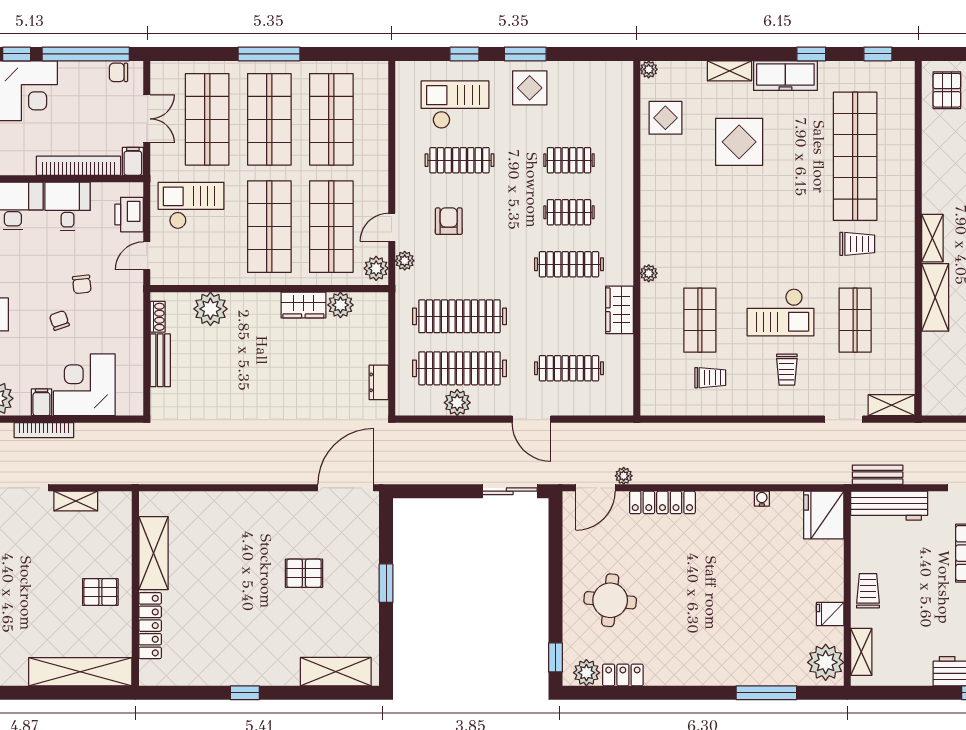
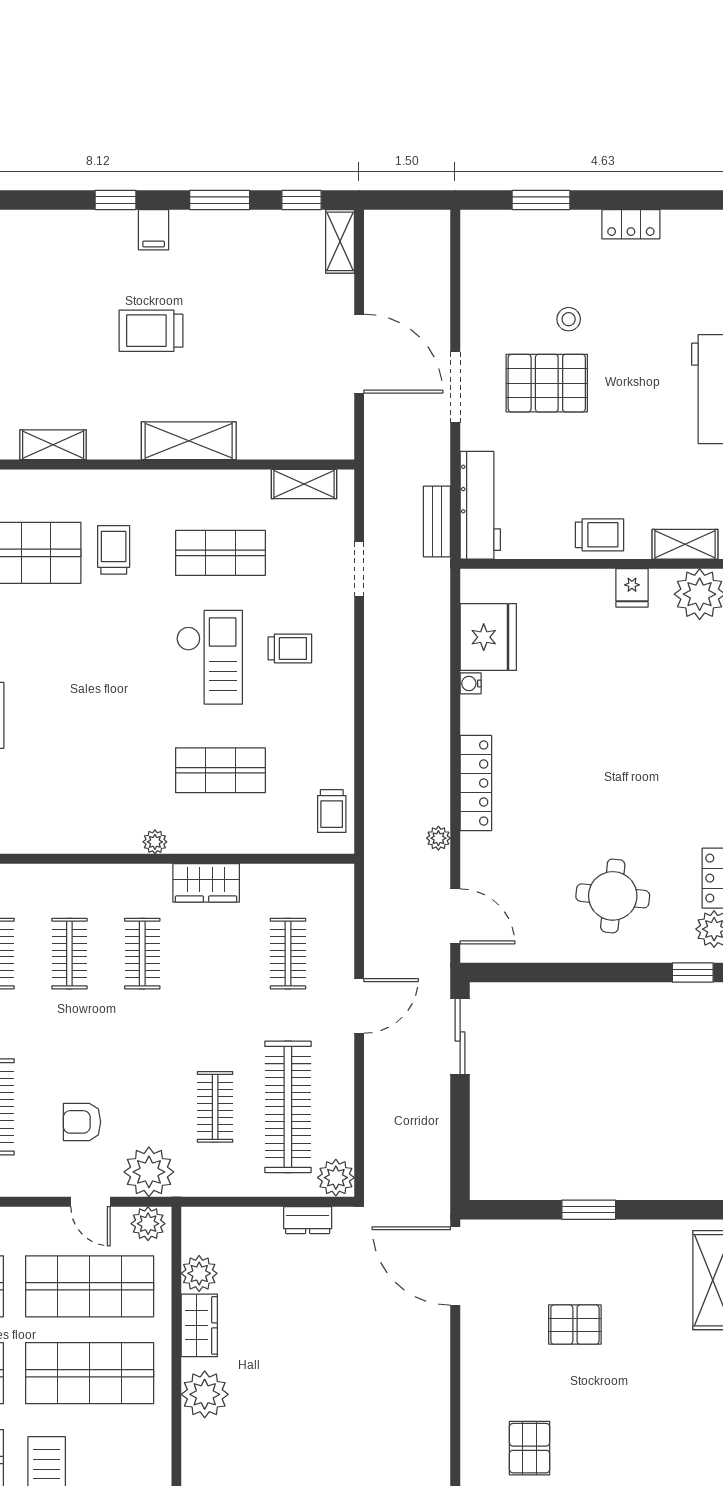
shelving: (932, 238) -> (53, 445), moved
plant: (405, 261) -> (149, 1172), width x1.88, depth x1.88
clothes rail: (569, 264) -> (142, 954), width x0.73
plant: (210, 309) -> (205, 1394), moved
clothes rail: (459, 316) -> (215, 1107), width x0.54, depth x0.76
clothes rail: (569, 368) -> (288, 954), width x0.73
trolley: (710, 378) -> (332, 811), moved, turned 180
plant: (457, 403) -> (336, 1178), moved
shelving: (892, 405) -> (304, 484), moved, turned 90
plant: (624, 476) -> (438, 838), moved
locker: (662, 502) -> (476, 783), moved
fridge: (824, 515) -> (488, 637), moved, turned -90
pallet: (216, 541) -> (530, 1448), added
pallet: (304, 573) -> (575, 1325), turned 90
trolley: (868, 591) -> (599, 535), turned 180

